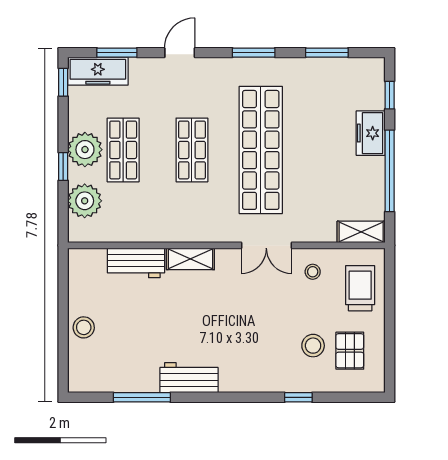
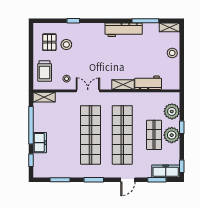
shop shelf: (192, 150) -> (122, 135), width x2.00, depth x1.36
workbench: (189, 378) -> (124, 30), width x1.38
shelving: (90, 383) -> (169, 27), added

